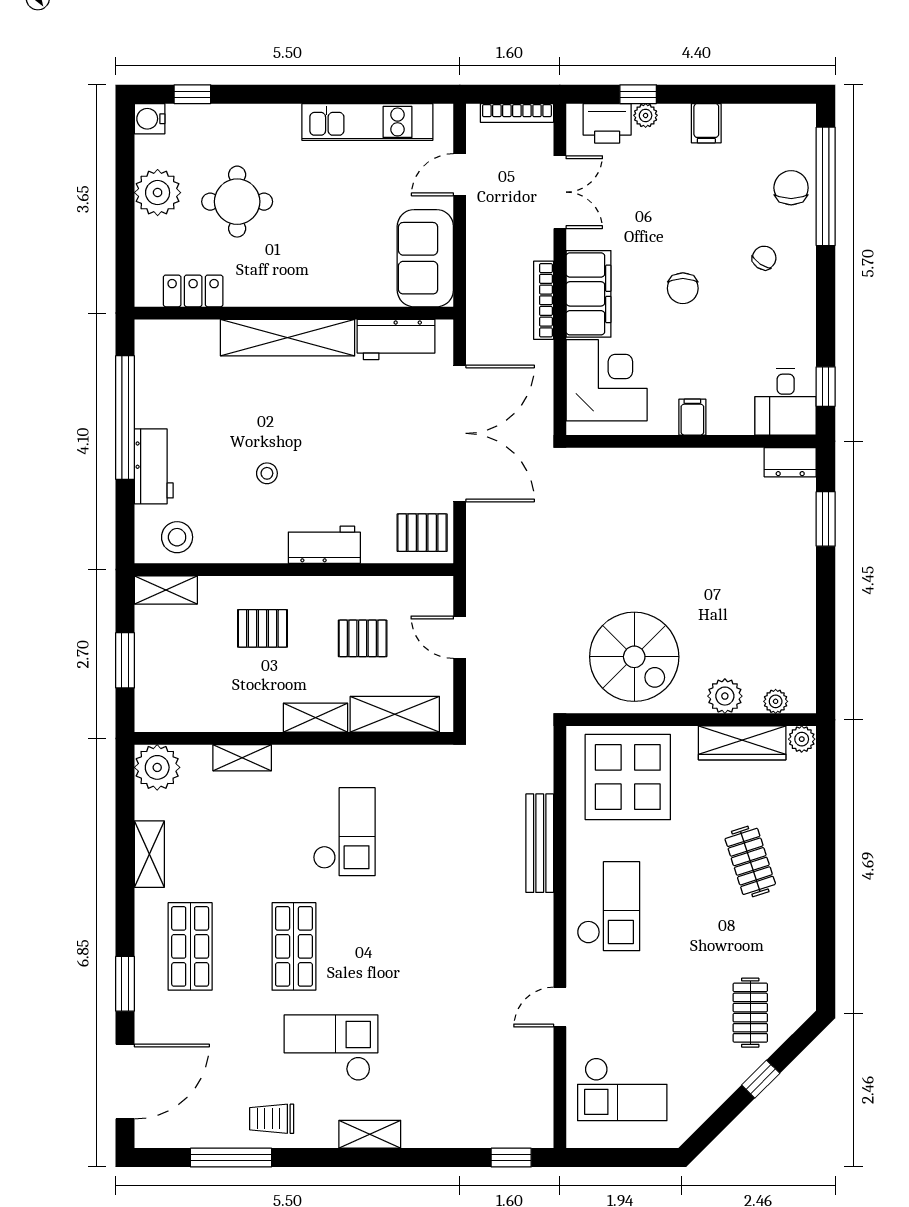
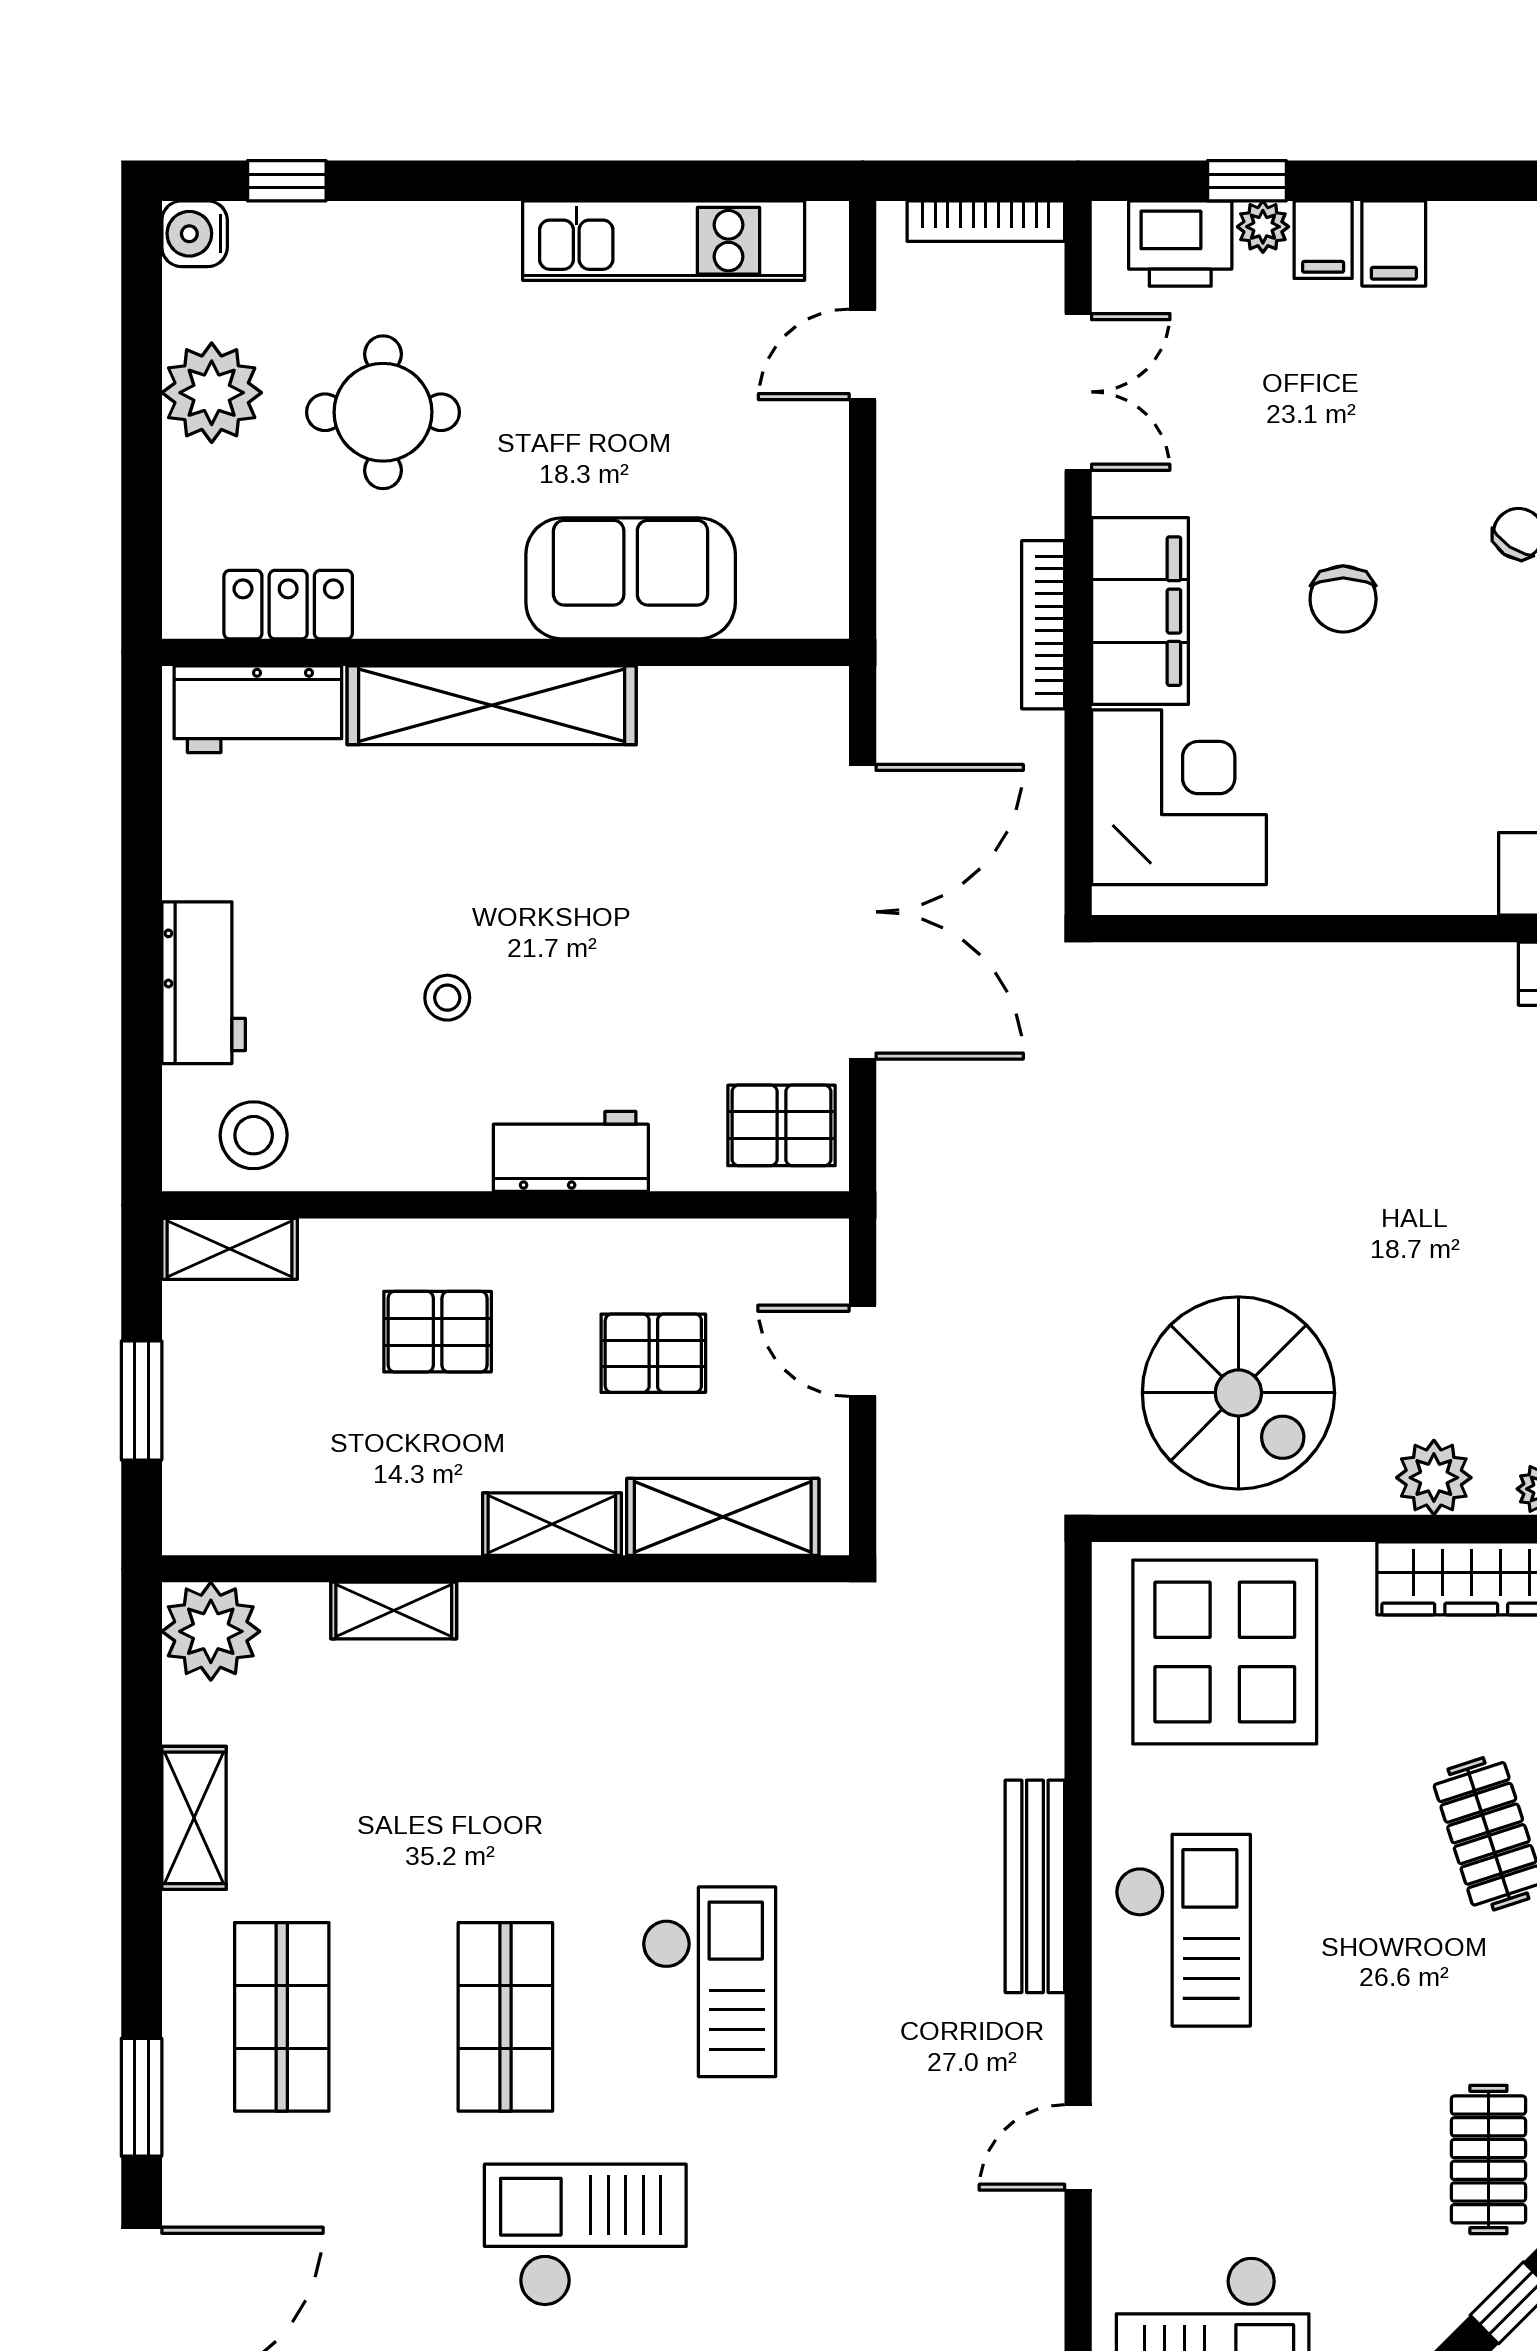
sofa: (425, 258) -> (631, 578), moved, turned 90
workbench: (396, 339) -> (258, 709), moved
filing cabinet: (692, 417) -> (1323, 240), moved, turned 180
window: (125, 418) -> (142, 877), removed
checkout: (344, 832) -> (709, 1982), moved
bench: (540, 843) -> (1035, 1886), moved

